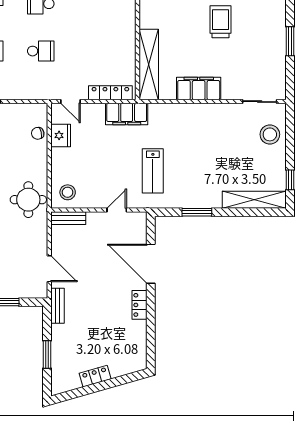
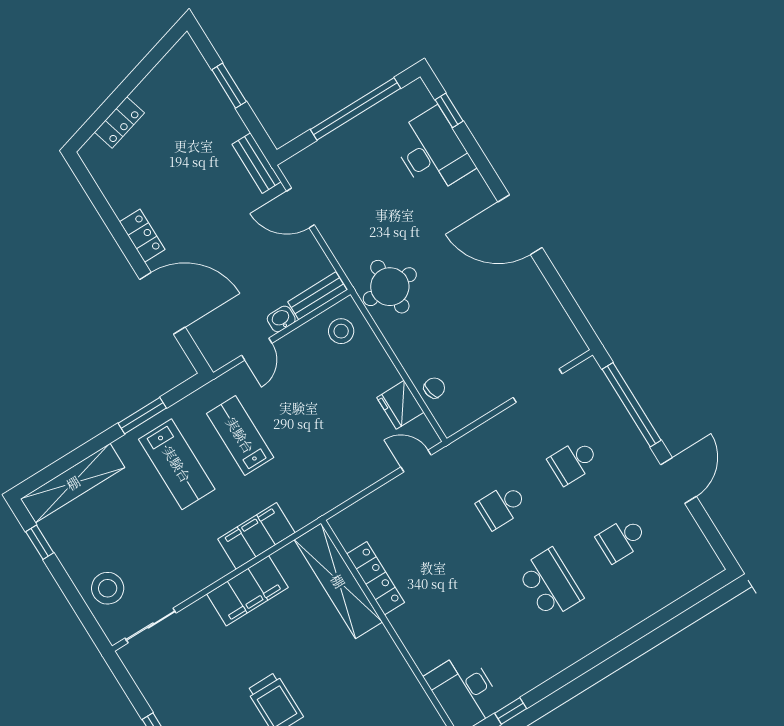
locker: (110, 93) -> (375, 578), moved, turned -90
filing cabinet: (127, 114) -> (256, 536), moved
lab bench: (195, 176) -> (177, 464), added
washbasin: (95, 218) -> (281, 319), added
locker: (95, 376) -> (119, 123), moved

